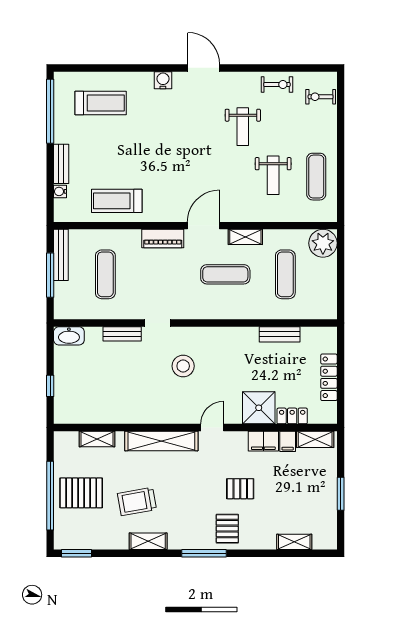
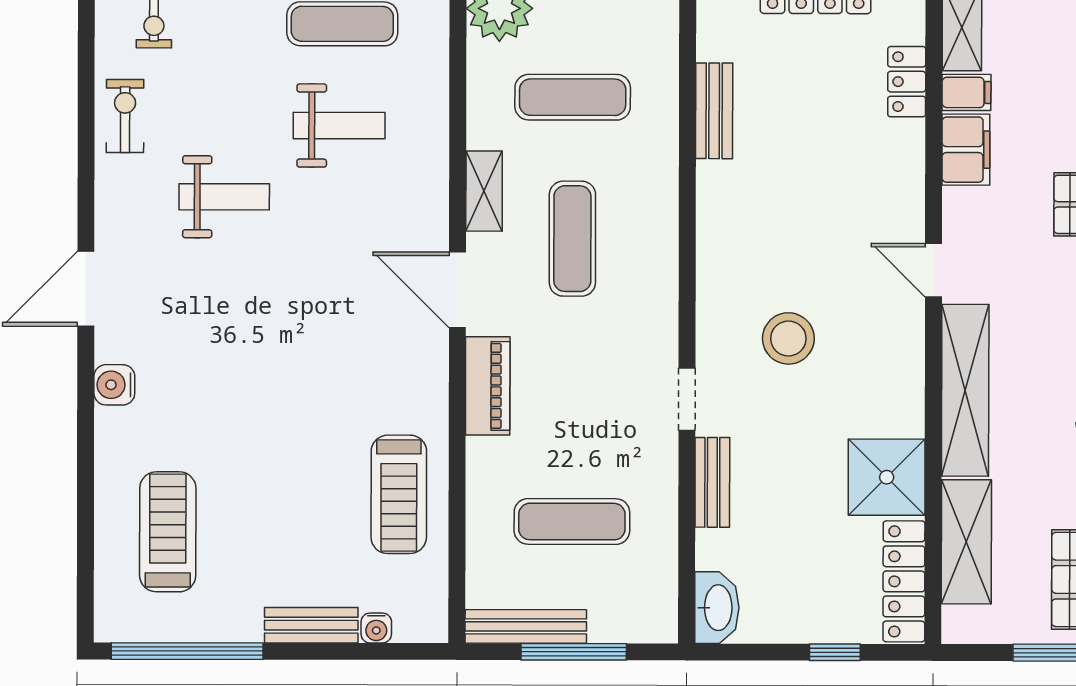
shower: (259, 408) -> (887, 477), moved
locker: (80, 415) -> (904, 581), added
shelving: (97, 439) -> (966, 542), width x1.50, depth x1.33

